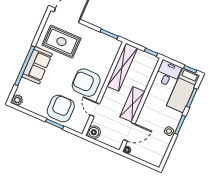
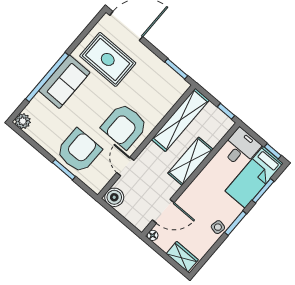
armchair: (86, 83) -> (124, 126), turned -90
shelving: (132, 104) -> (190, 161), moved
wardrobe: (151, 158) -> (182, 257), added

